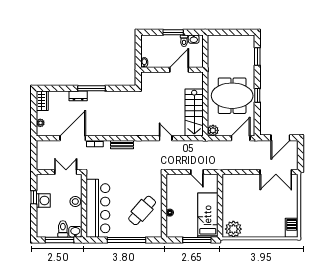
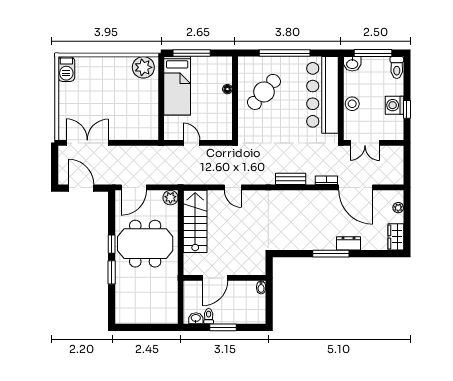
window: (257, 56) -> (112, 272), moved
door: (73, 138) -> (356, 187), hinge flipped
door: (280, 138) -> (81, 188), hinge flipped
toilet: (63, 229) -> (397, 68), moved

